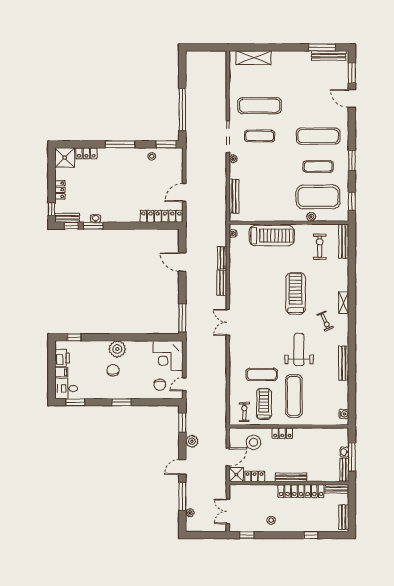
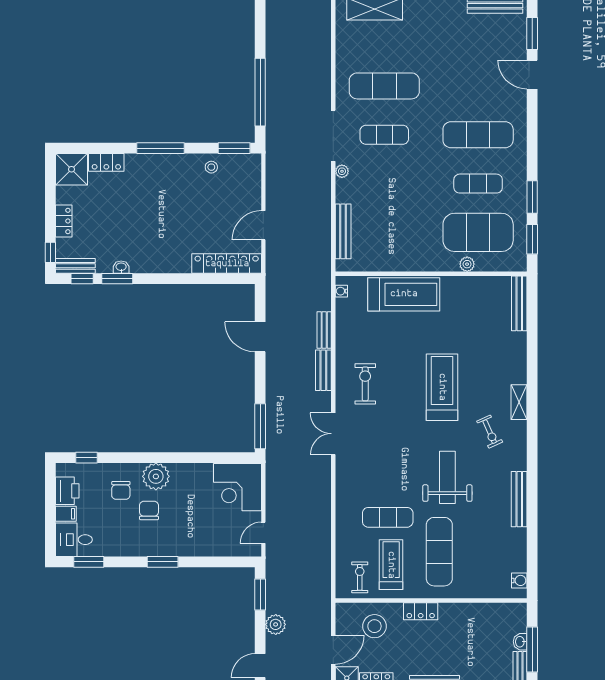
window: (352, 160) -> (532, 197), moved
exercise bike: (320, 247) -> (365, 384), moved
chair: (160, 385) -> (121, 490), moved

